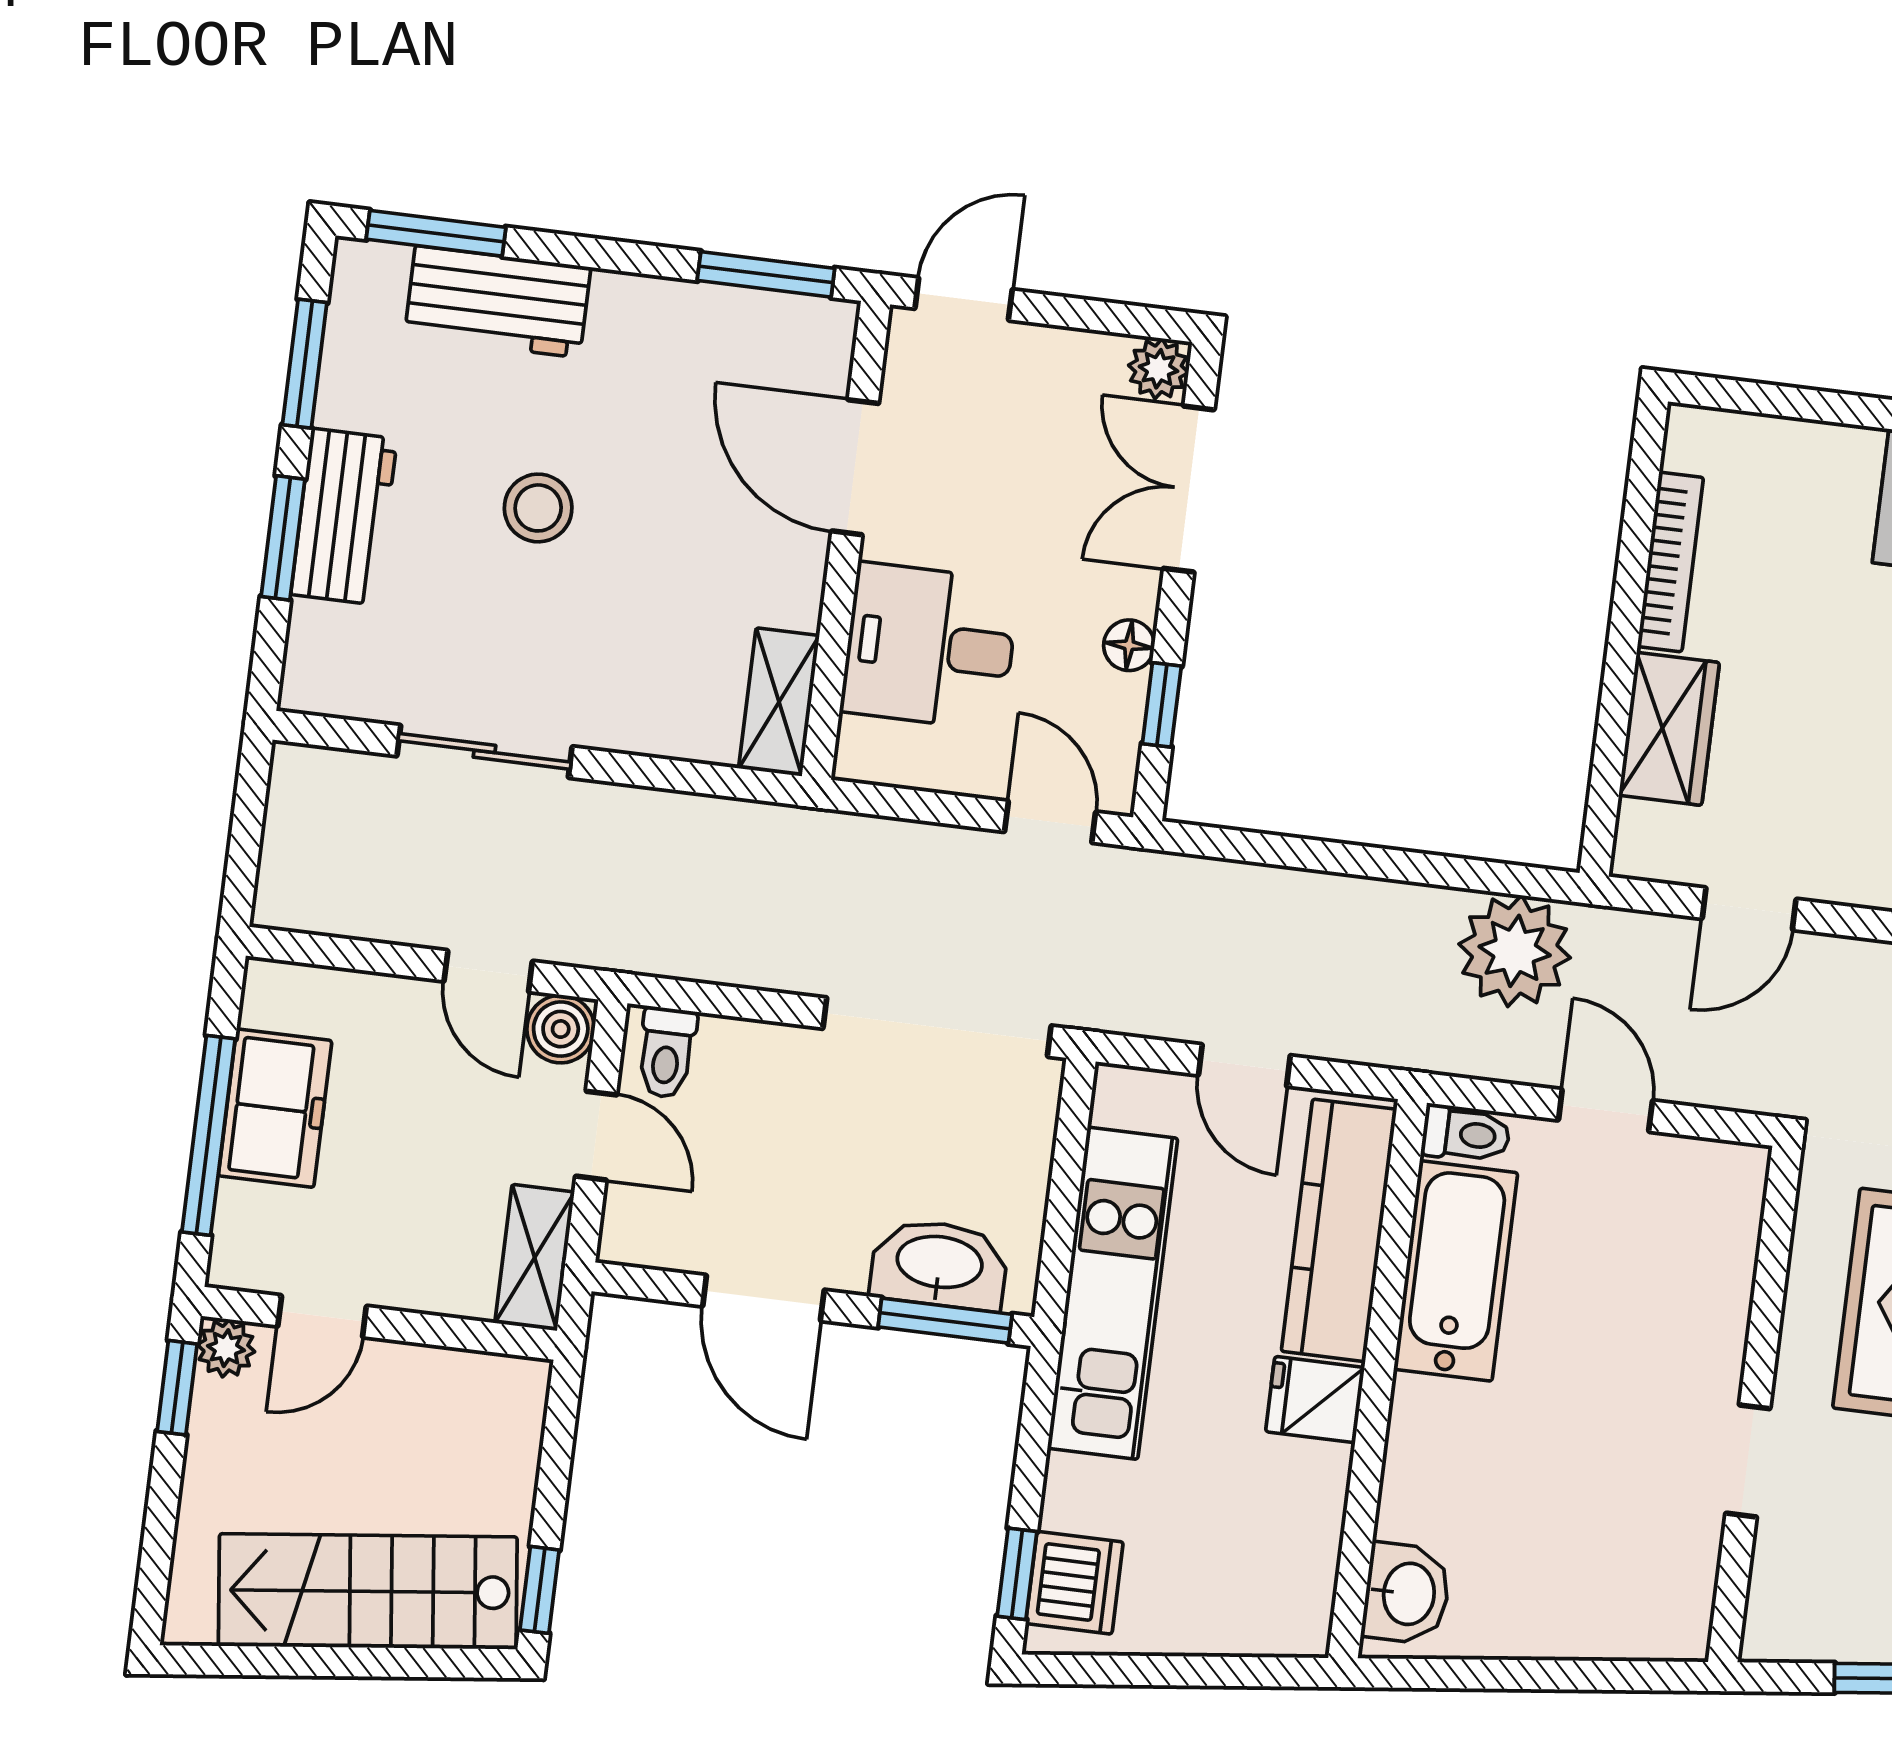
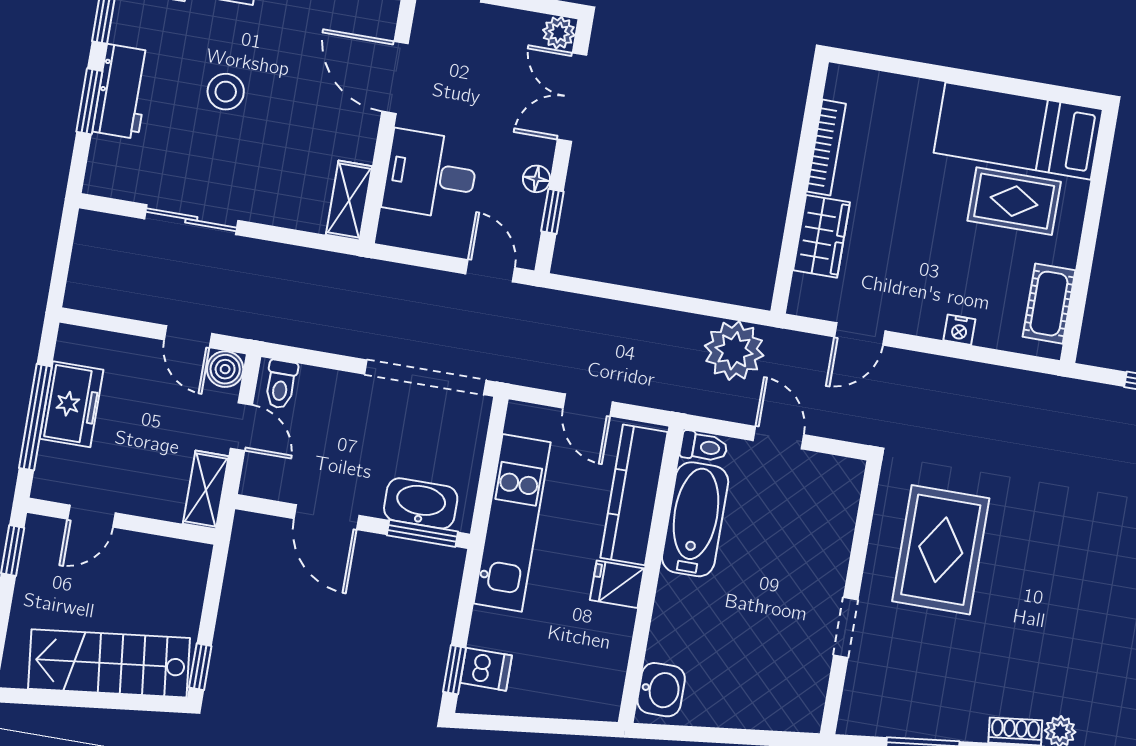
plant: (226, 1348) -> (39, 531), removed
dishwasher: (1074, 1583) -> (486, 669), width x0.73

